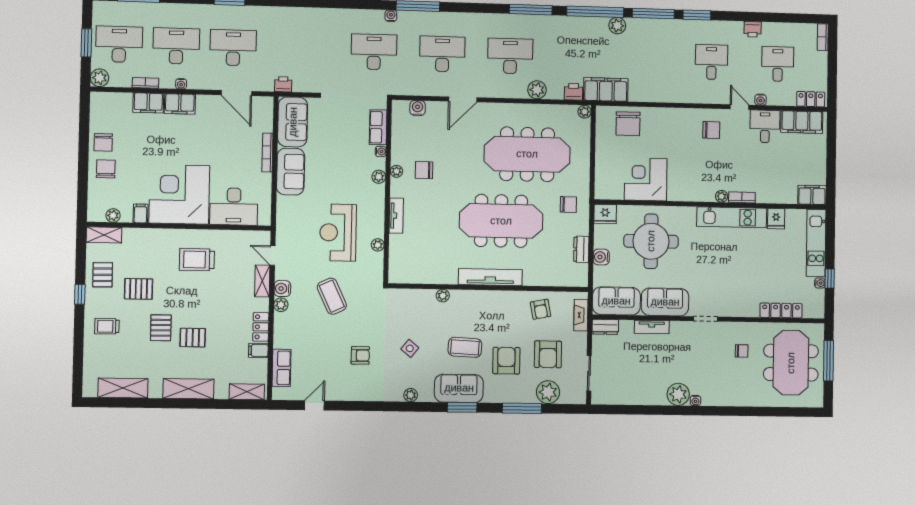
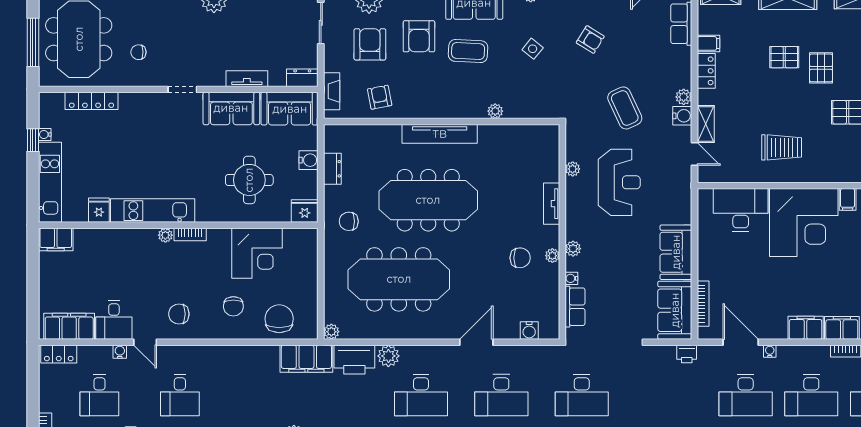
water cooler: (181, 84) -> (770, 351), moved
printer: (573, 92) -> (354, 360), width x1.87, depth x1.48
chair: (666, 135) -> (233, 306), added
bookcase: (267, 152) -> (703, 304), moved
bookcase: (742, 197) -> (190, 234), moved
round table: (651, 241) -> (249, 180), width x0.73, depth x0.73
armchair: (360, 355) -> (590, 40), turned -148

